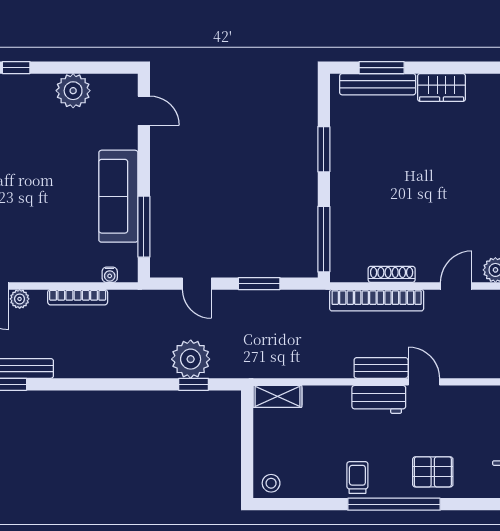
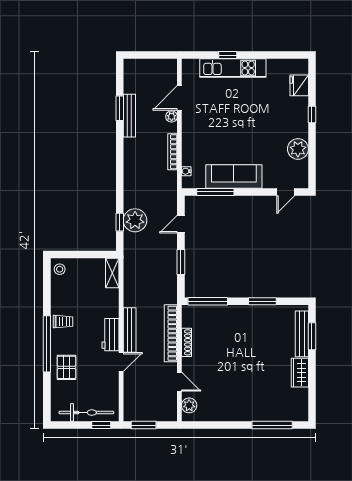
bench: (381, 368) -> (130, 330), width x1.36

